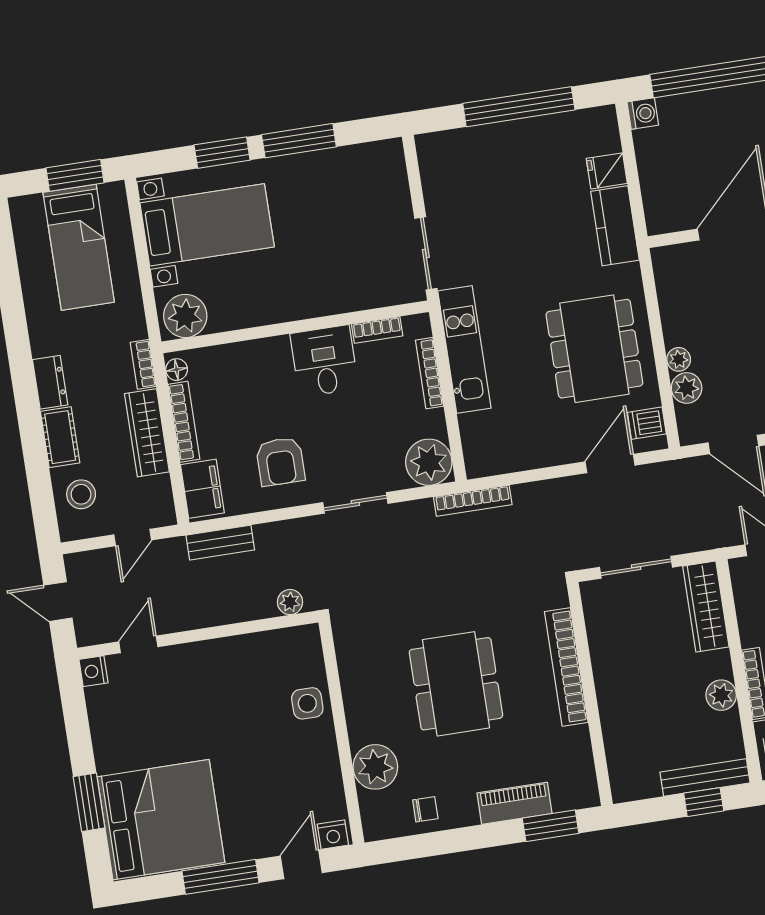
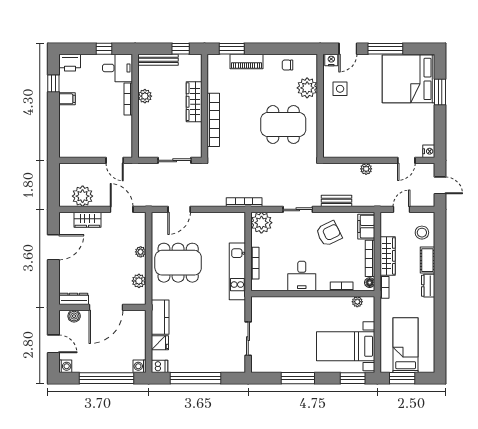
window: (222, 153) -> (353, 378), moved
sliding door: (426, 253) -> (248, 339), moved
plant: (185, 316) -> (357, 302), width x0.53, depth x0.53
bookcase: (377, 330) -> (342, 286), moved
dining table: (594, 349) -> (178, 263), turned 90
plant: (687, 388) -> (139, 281), moved
dishwasher: (647, 423) -> (160, 366), moved
armchair: (280, 462) -> (329, 233), turned 64
bench: (220, 543) -> (336, 201), moved
plant: (290, 602) -> (366, 169), moved
wardrobe: (706, 606) -> (194, 102), moved, turned 180
dining table: (456, 684) -> (283, 125), moved, turned 90
side table: (307, 703) -> (340, 89), moved
window: (704, 802) -> (181, 49), moved

